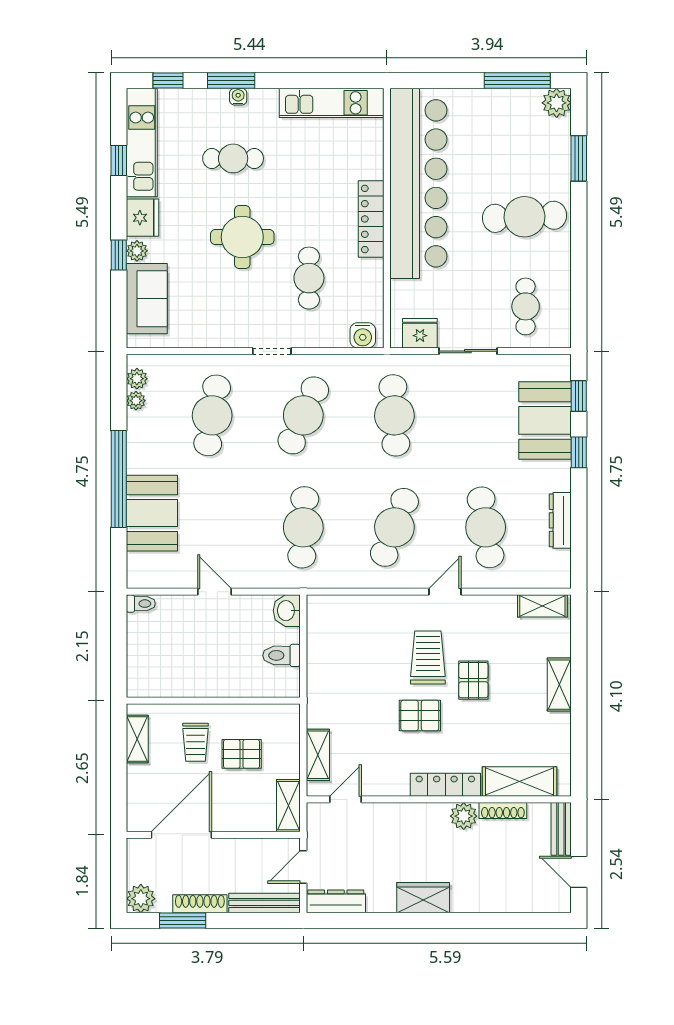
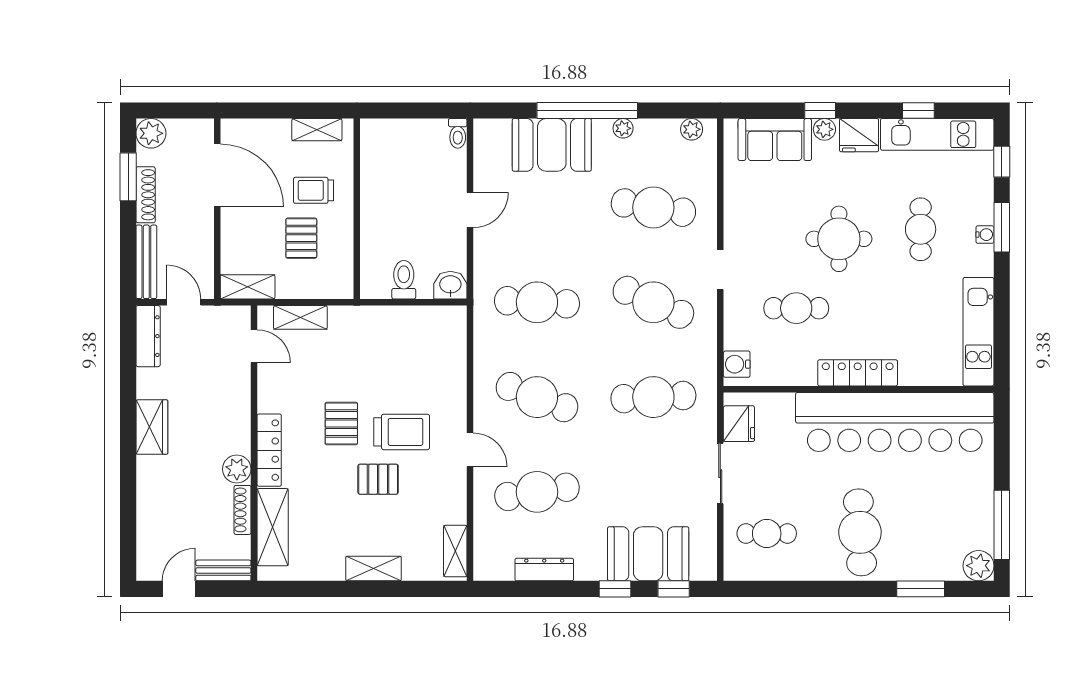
plant: (136, 401) -> (623, 128), moved

